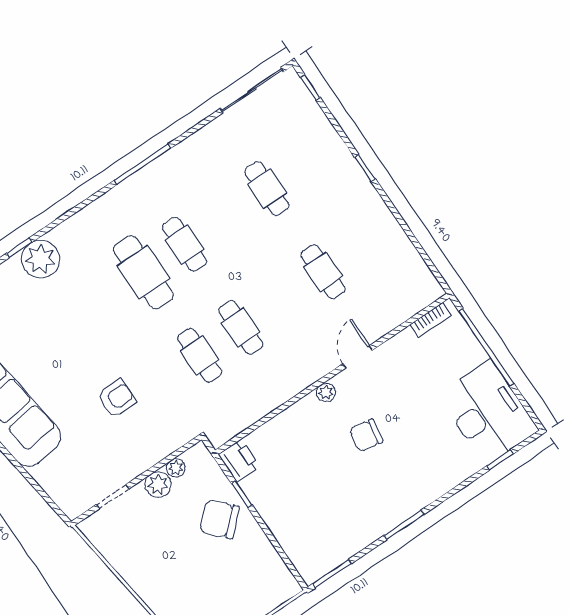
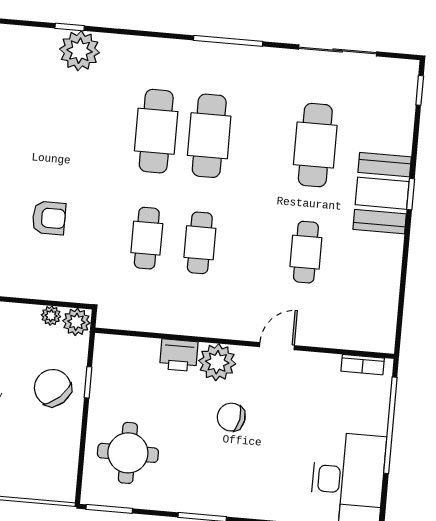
sliding door: (252, 90) -> (338, 50), moved
booth: (344, 184) -> (382, 193), added
cafe table: (267, 189) -> (315, 145), width x1.37, depth x1.35
cafe table: (185, 244) -> (209, 136), width x1.37, depth x1.35
plant: (326, 392) -> (217, 362), width x1.88, depth x1.88
printer: (239, 461) -> (179, 355), moved, turned 90
plant: (158, 484) -> (76, 322), moved
round table: (312, 522) -> (128, 453), added

